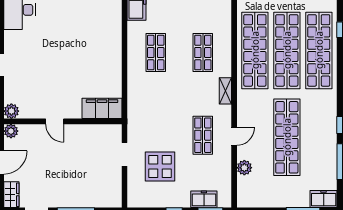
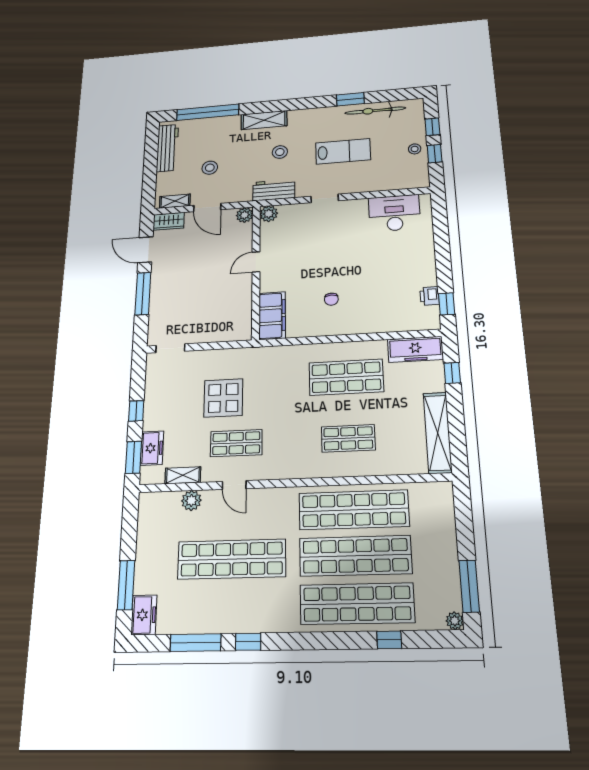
shop shelf: (156, 53) -> (346, 377), width x1.43, depth x1.36
chair: (91, 62) -> (331, 299), added
shelving: (225, 91) -> (183, 475), moved
doorway: (124, 154) -> (170, 348), moved
display table: (160, 166) -> (223, 398), moved

